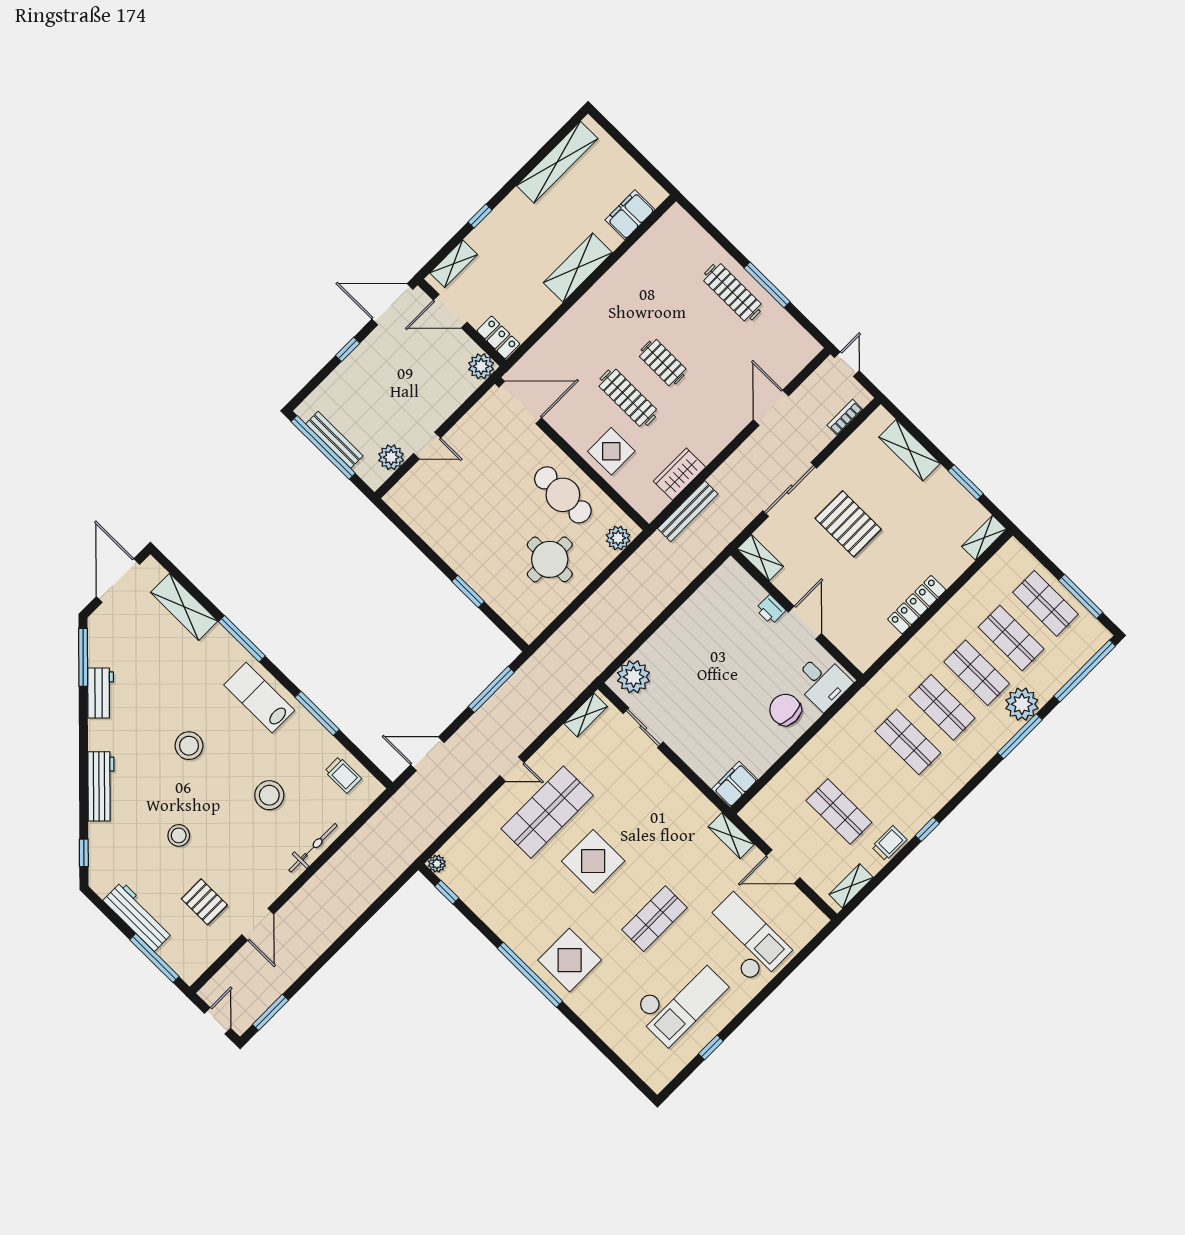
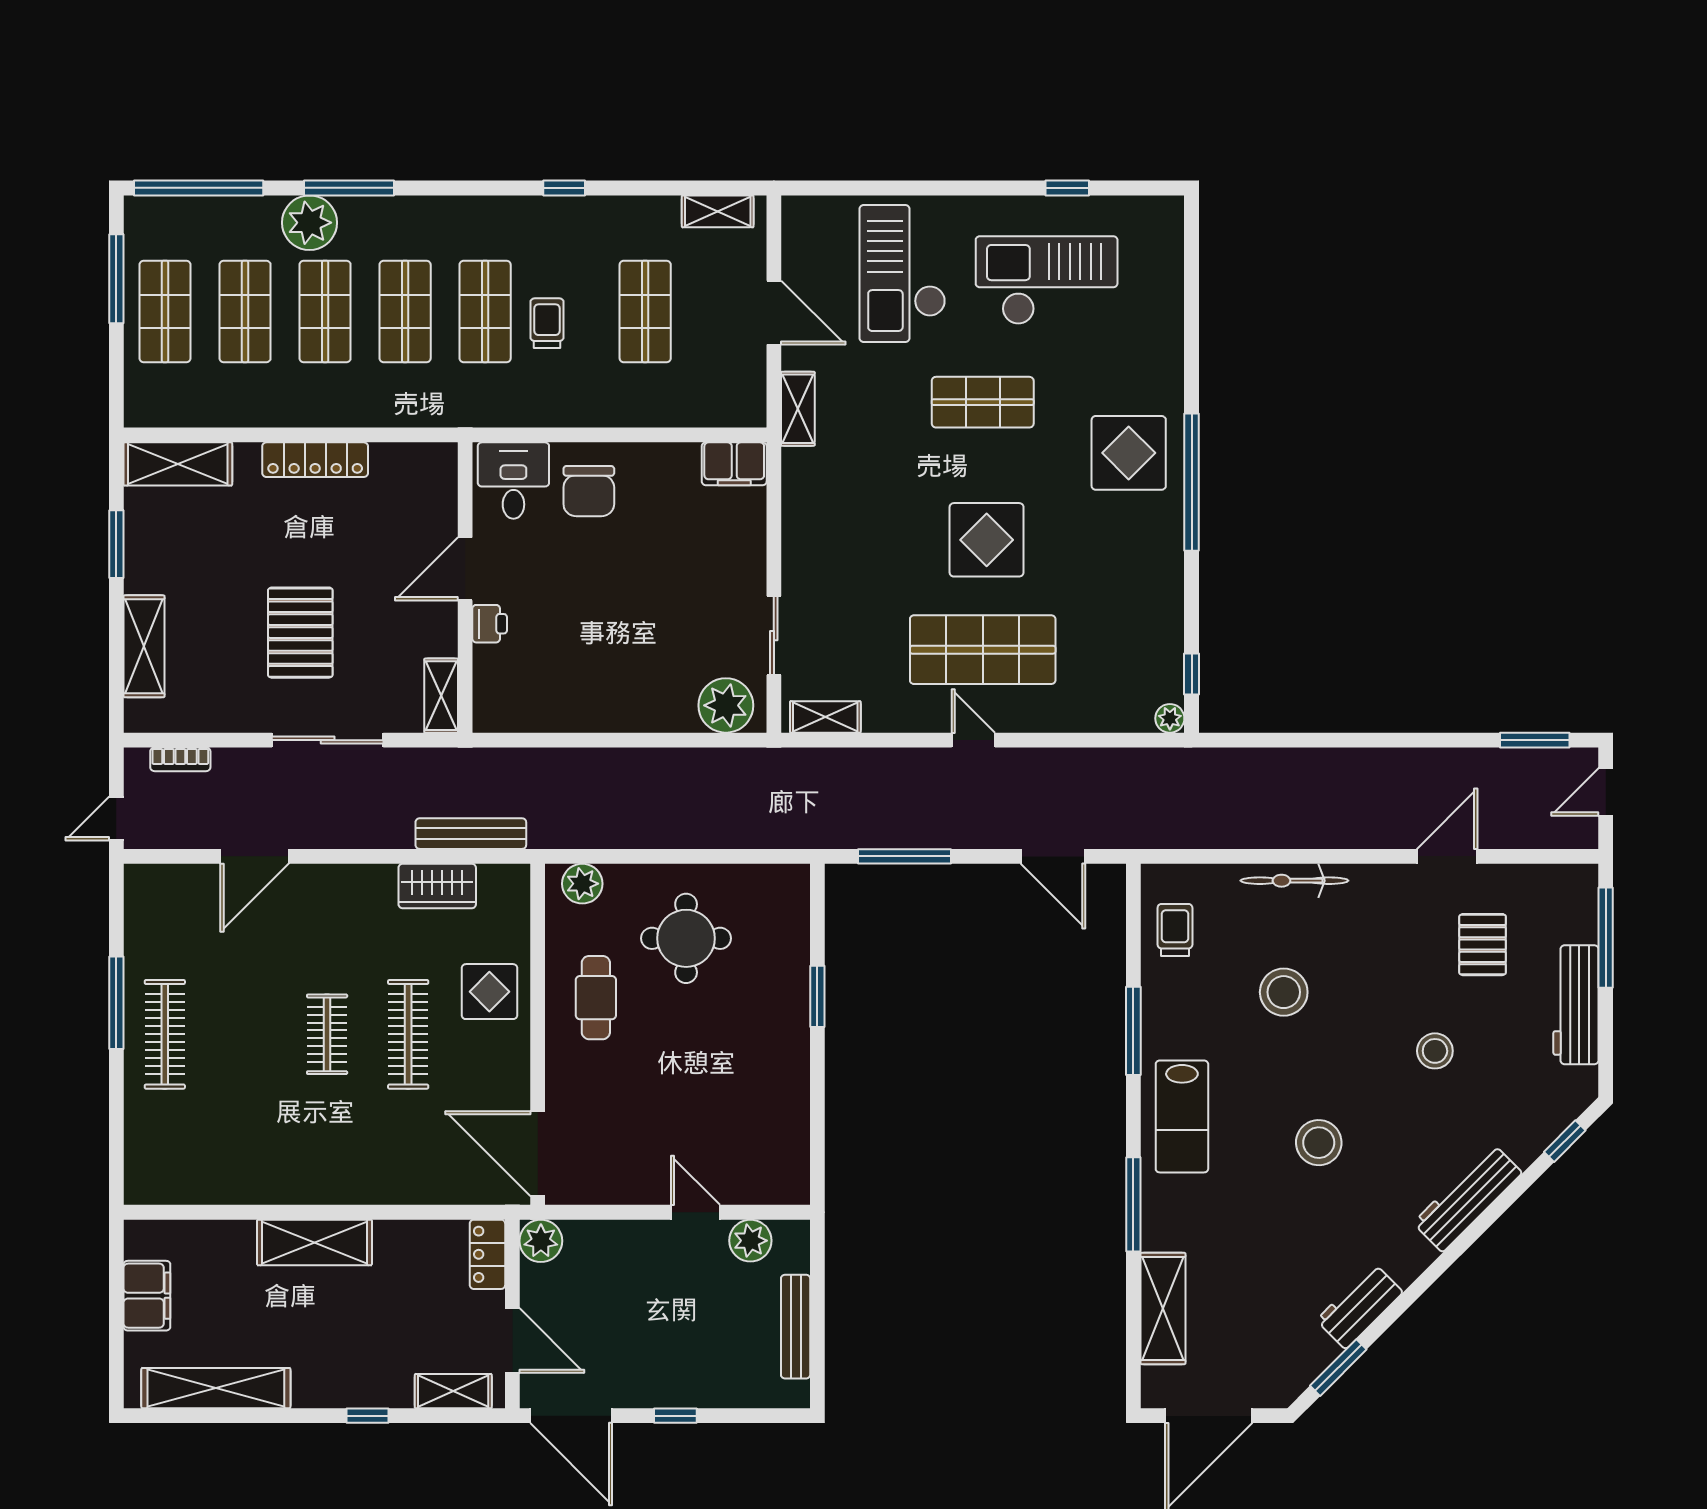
filing cabinet: (630, 215) -> (147, 1296), moved, turned -90
window: (323, 447) -> (817, 1331), removed
cafe table: (563, 495) -> (596, 998), width x0.73, depth x0.74
shelving: (984, 538) -> (178, 464), width x1.50, depth x1.33
window: (83, 657) -> (1338, 1368), width x0.69
trolley: (889, 843) -> (547, 323), moved, turned 90

